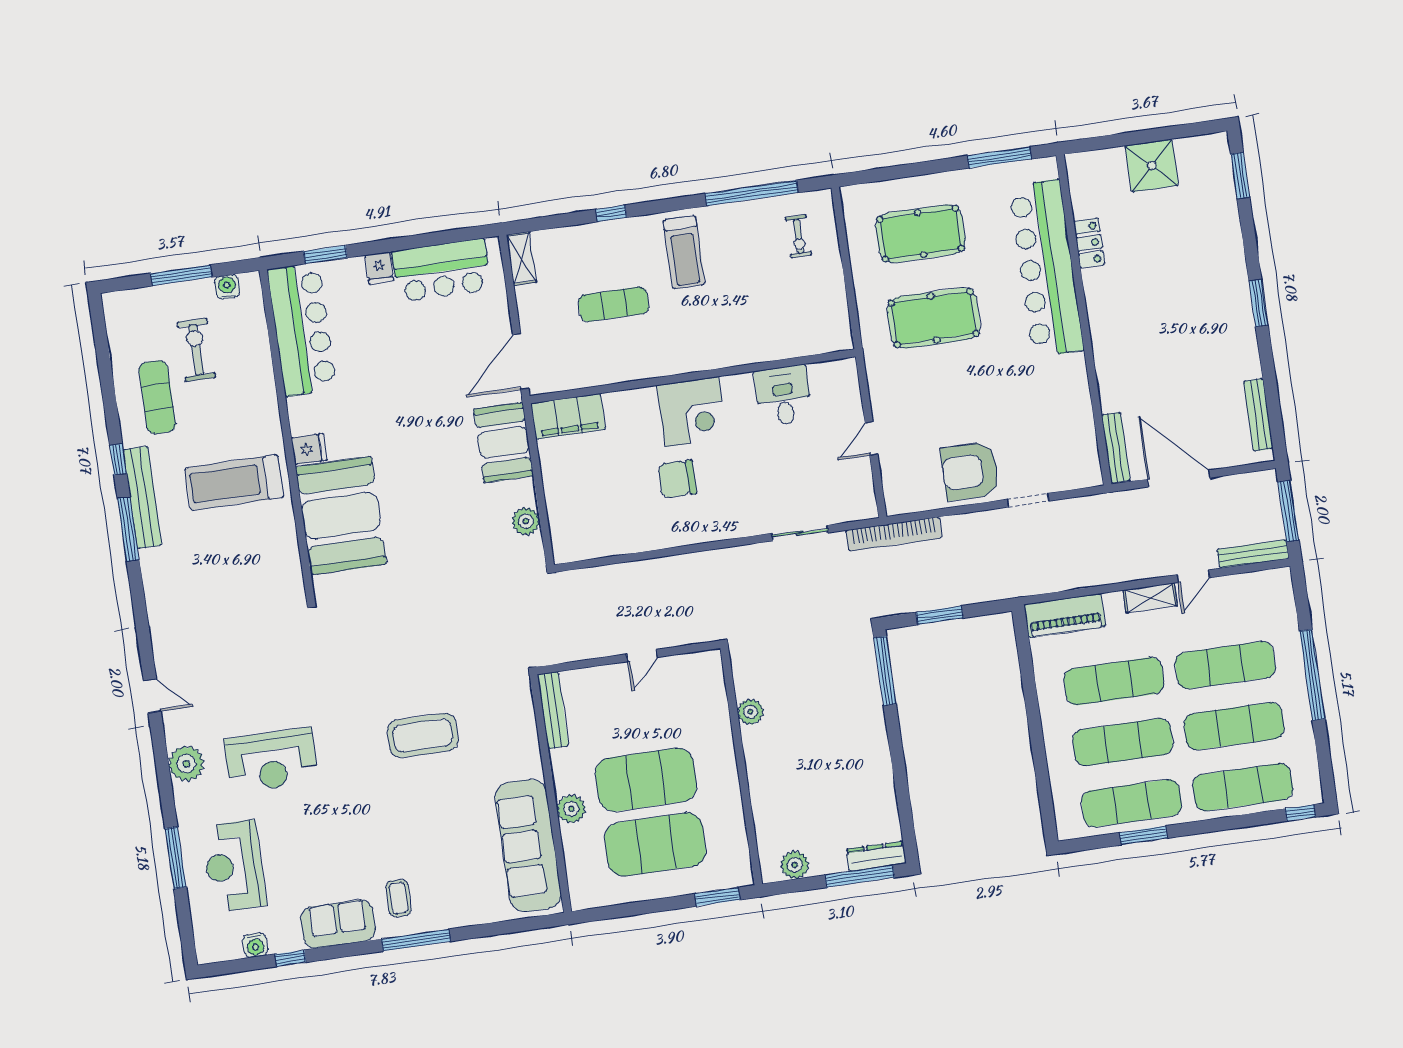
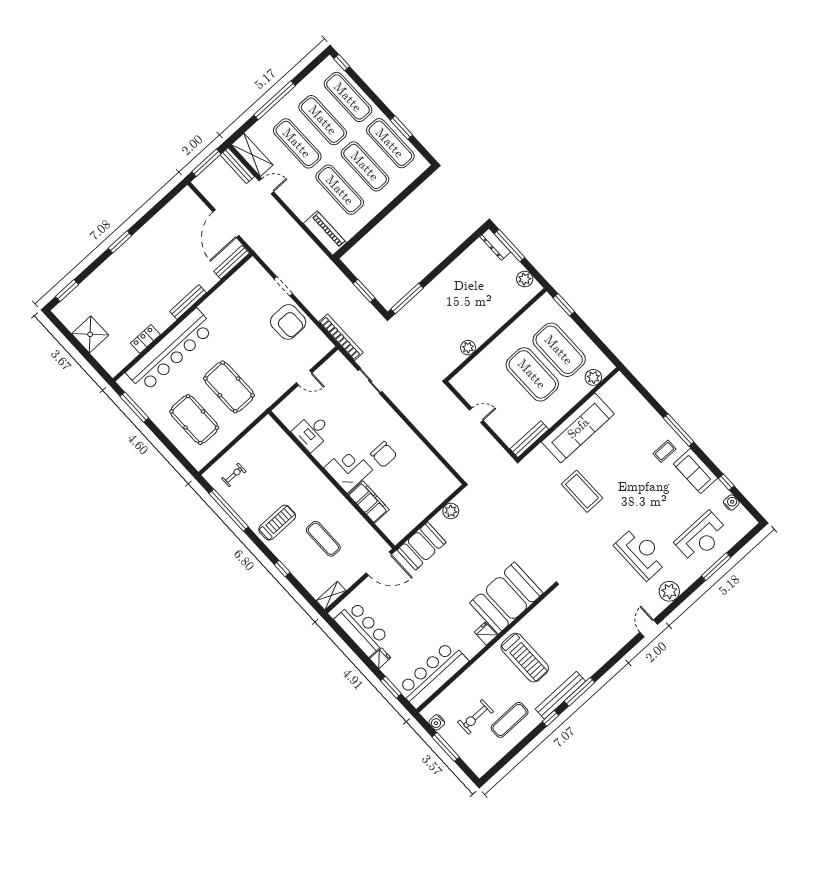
bench: (1258, 415) -> (188, 302), moved
filing cabinet: (568, 416) -> (369, 502), moved
shelving: (1150, 598) -> (252, 155), moved, width x1.50, depth x1.33
plant: (571, 809) -> (593, 377), moved
sofa: (528, 846) -> (578, 428), moved

